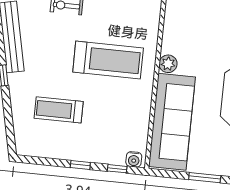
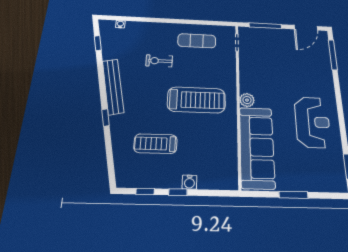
water cooler: (134, 159) -> (189, 182), moved
window: (117, 169) -> (145, 191), moved

